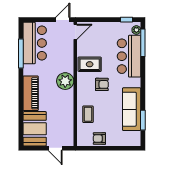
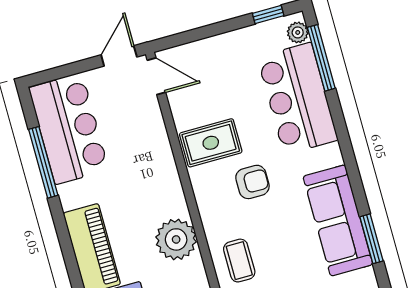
door: (75, 32) -> (156, 76), hinge flipped
plant: (65, 81) -> (176, 239), moved

